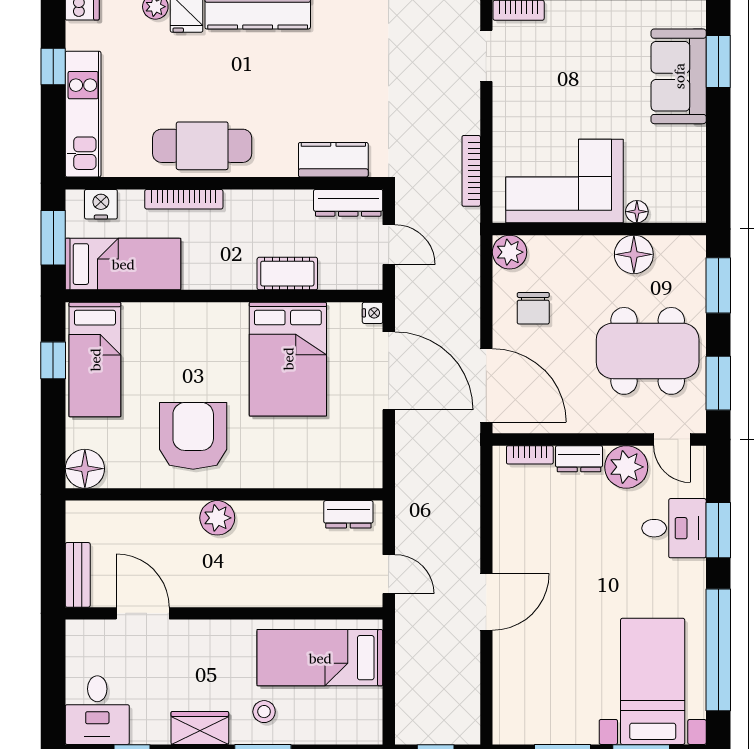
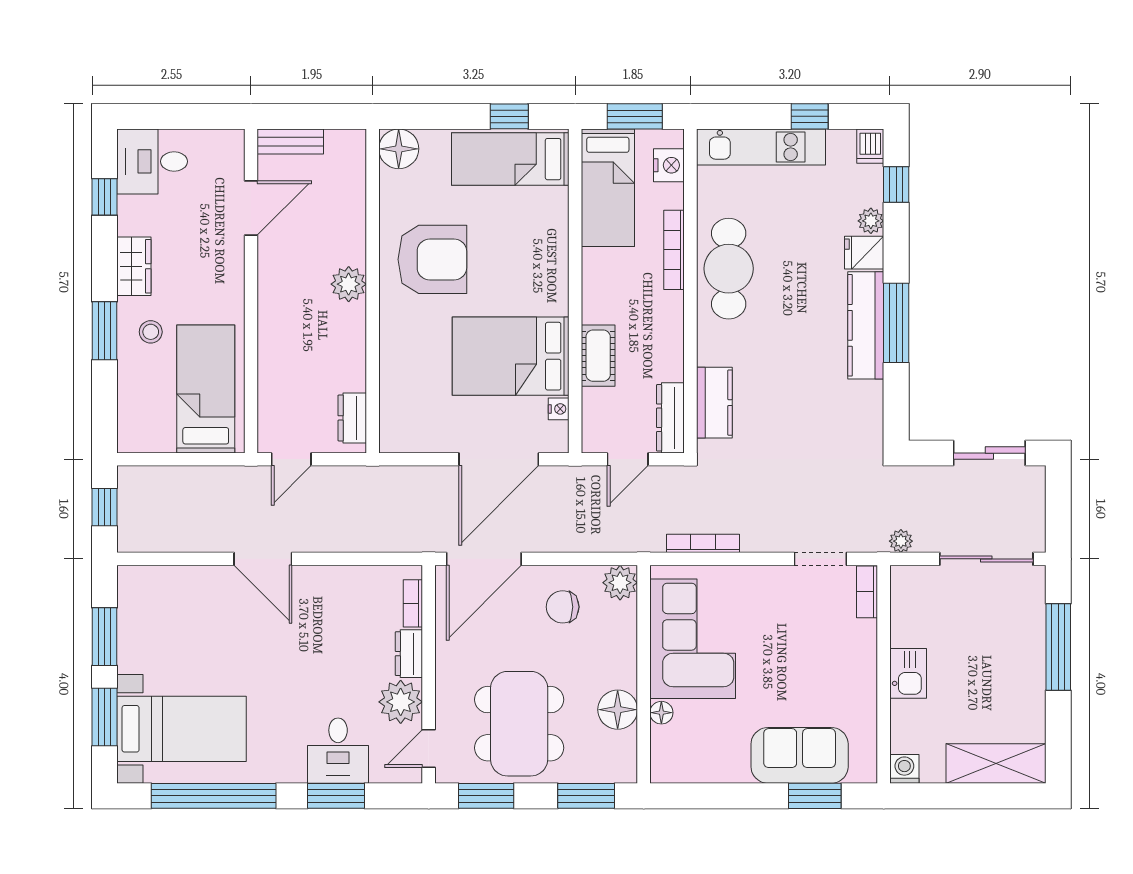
nightstand: (373, 313) -> (559, 409), moved, turned -90

